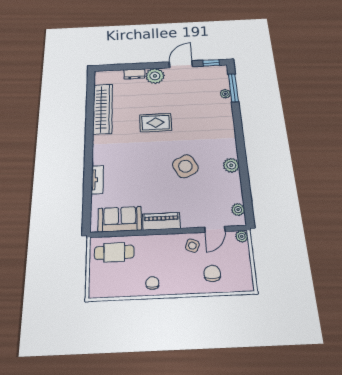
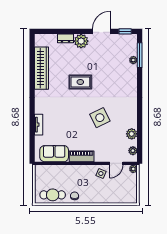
plant: (231, 165) -> (132, 134), moved
cafe table: (114, 252) -> (53, 195), moved
chair: (212, 273) -> (112, 192), removed

